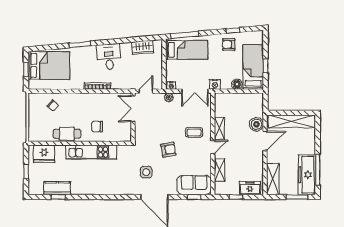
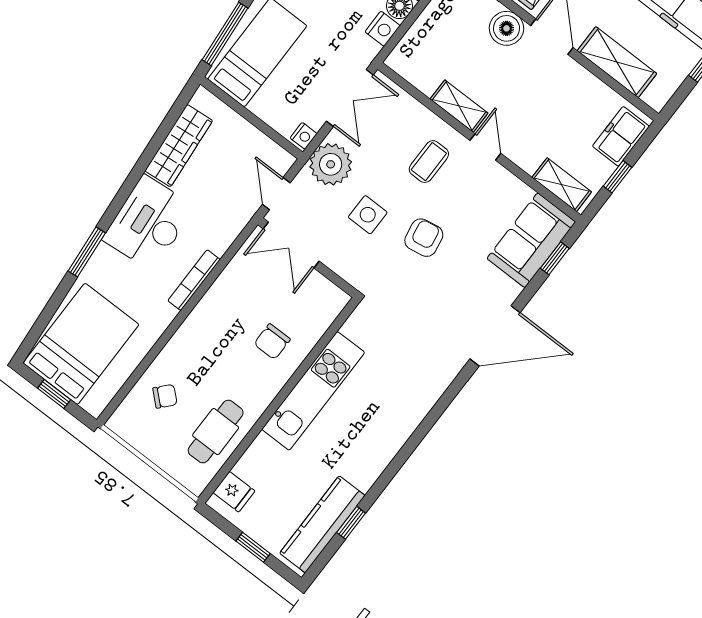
wardrobe: (142, 47) -> (179, 146), width x1.50
desk: (109, 57) -> (148, 223), width x1.37
nightstand: (215, 84) -> (383, 29), moved
plant: (169, 97) -> (331, 164), width x1.87, depth x1.87
cafe table: (67, 134) -> (216, 432), moved
fridge: (44, 154) -> (234, 492), width x0.53, depth x0.75
shelving: (220, 170) -> (562, 185), moved
side table: (146, 172) -> (368, 215), moved
shelving: (273, 179) -> (617, 62), moved
kitchen counter: (57, 188) -> (322, 524), width x1.50

